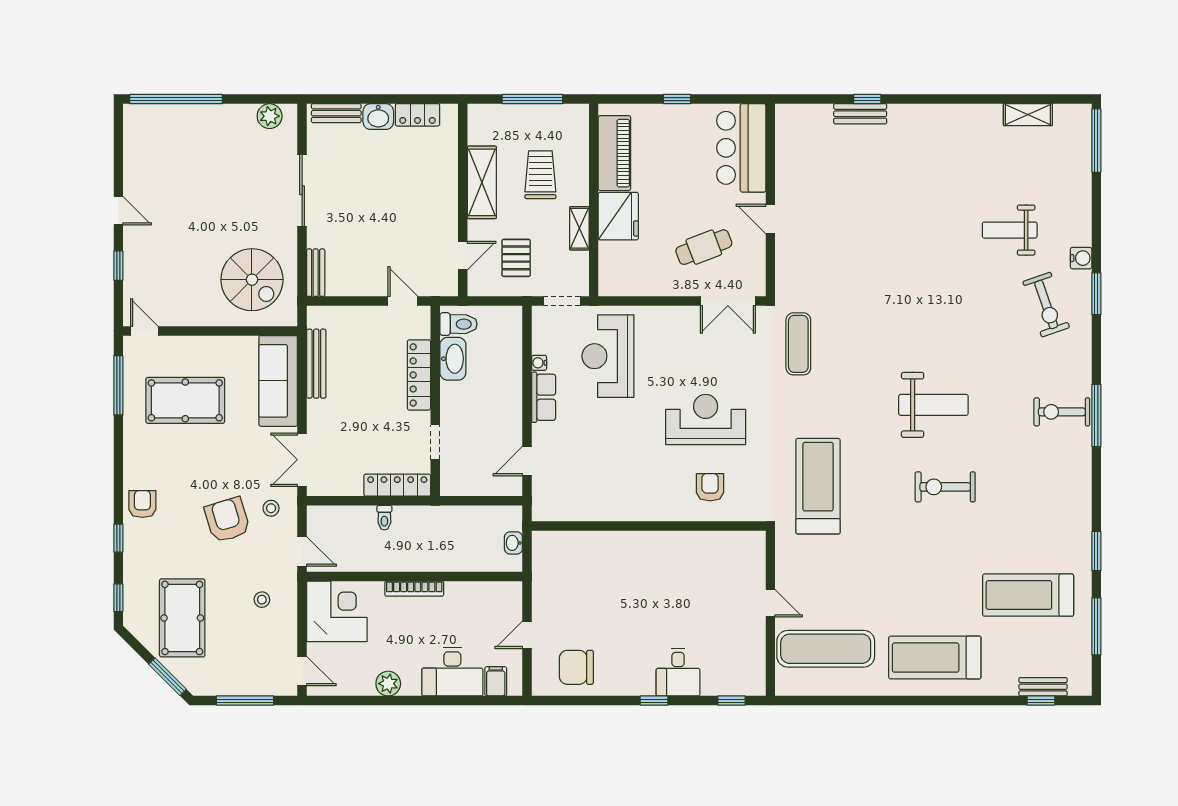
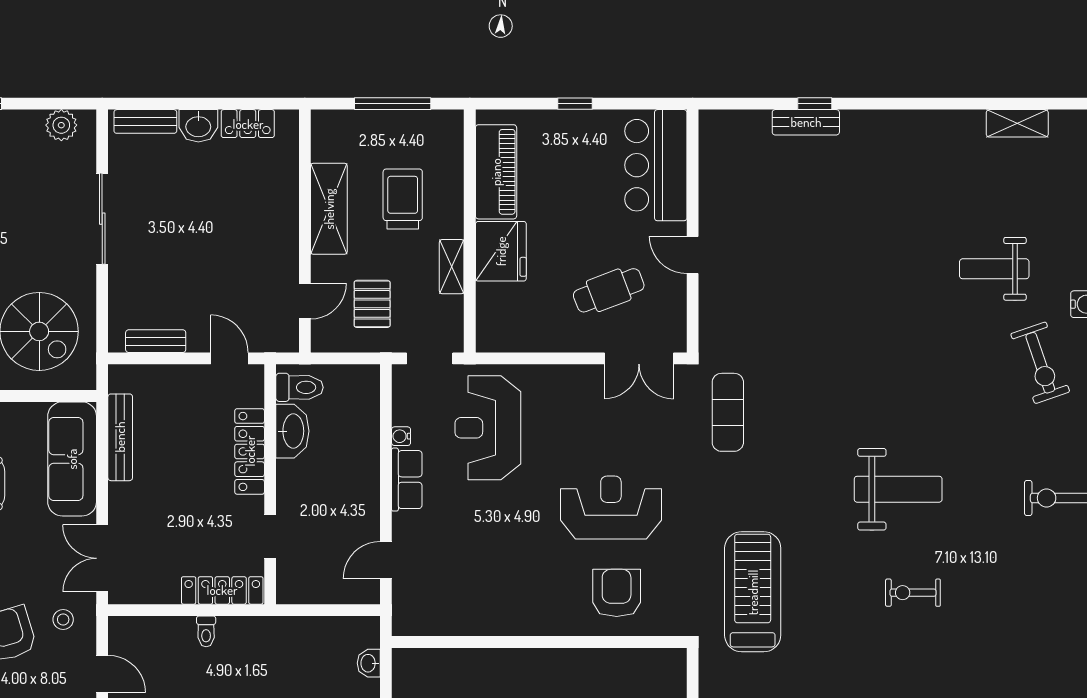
bench: (316, 273) -> (156, 341), moved, turned 90
armchair: (710, 487) -> (617, 593), width x1.38, depth x1.38
exercise bike: (945, 487) -> (913, 593), width x0.73, depth x0.72

